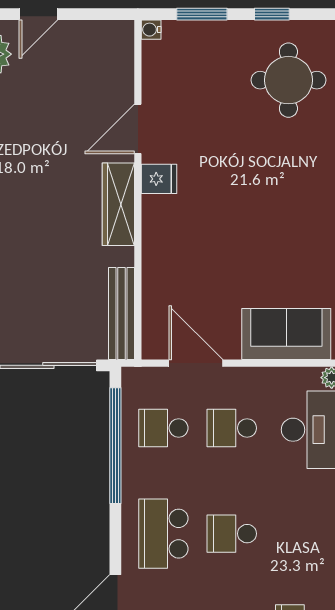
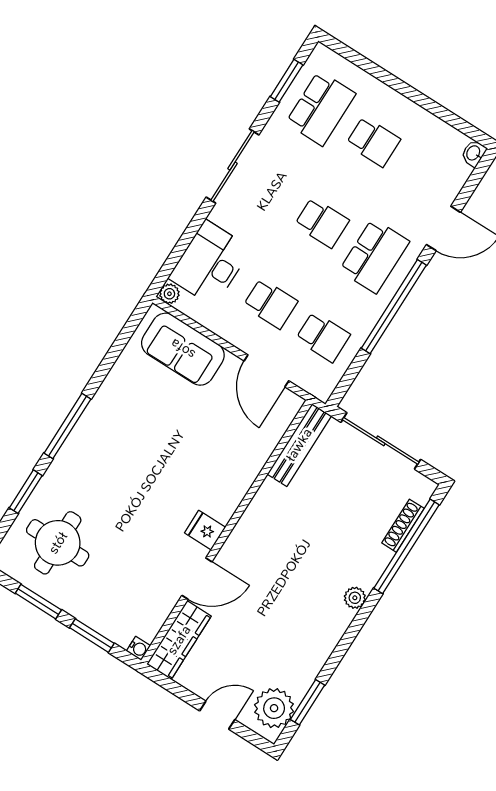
window: (272, 14) -> (38, 602), width x1.50
wardrobe: (118, 204) -> (179, 640), moved
window: (115, 446) -> (394, 307), moved

